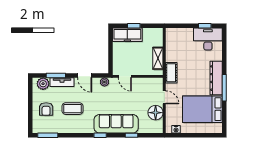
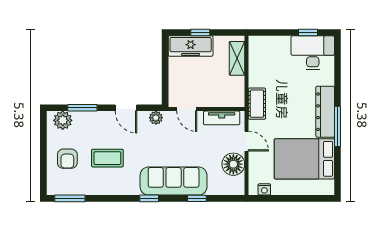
shelving: (158, 58) -> (237, 58), moved
tv unit: (62, 82) -> (222, 118), moved

